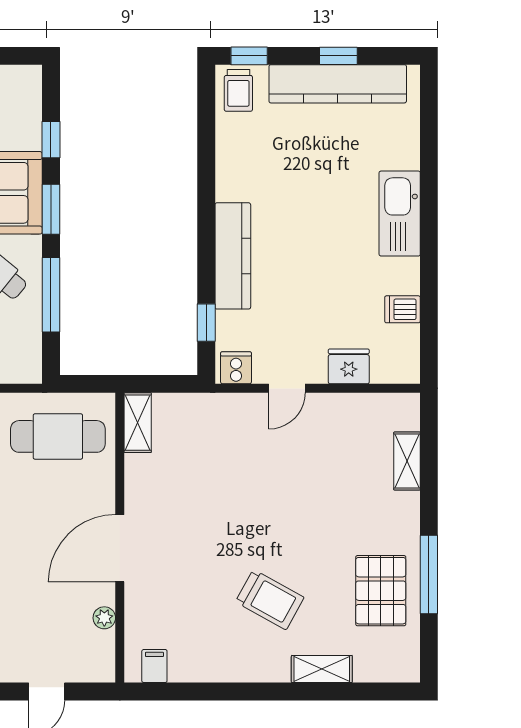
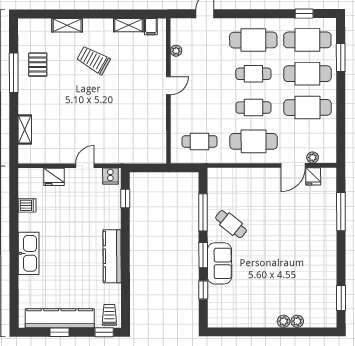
kitchen counter: (233, 256) -> (112, 256), moved
shelving: (138, 423) -> (129, 25), moved, turned 90
cafe table: (58, 436) -> (200, 141), width x0.73, depth x0.74
door: (120, 548) -> (168, 86), width x0.53
pallet: (381, 591) -> (38, 65), width x0.67, depth x0.71

